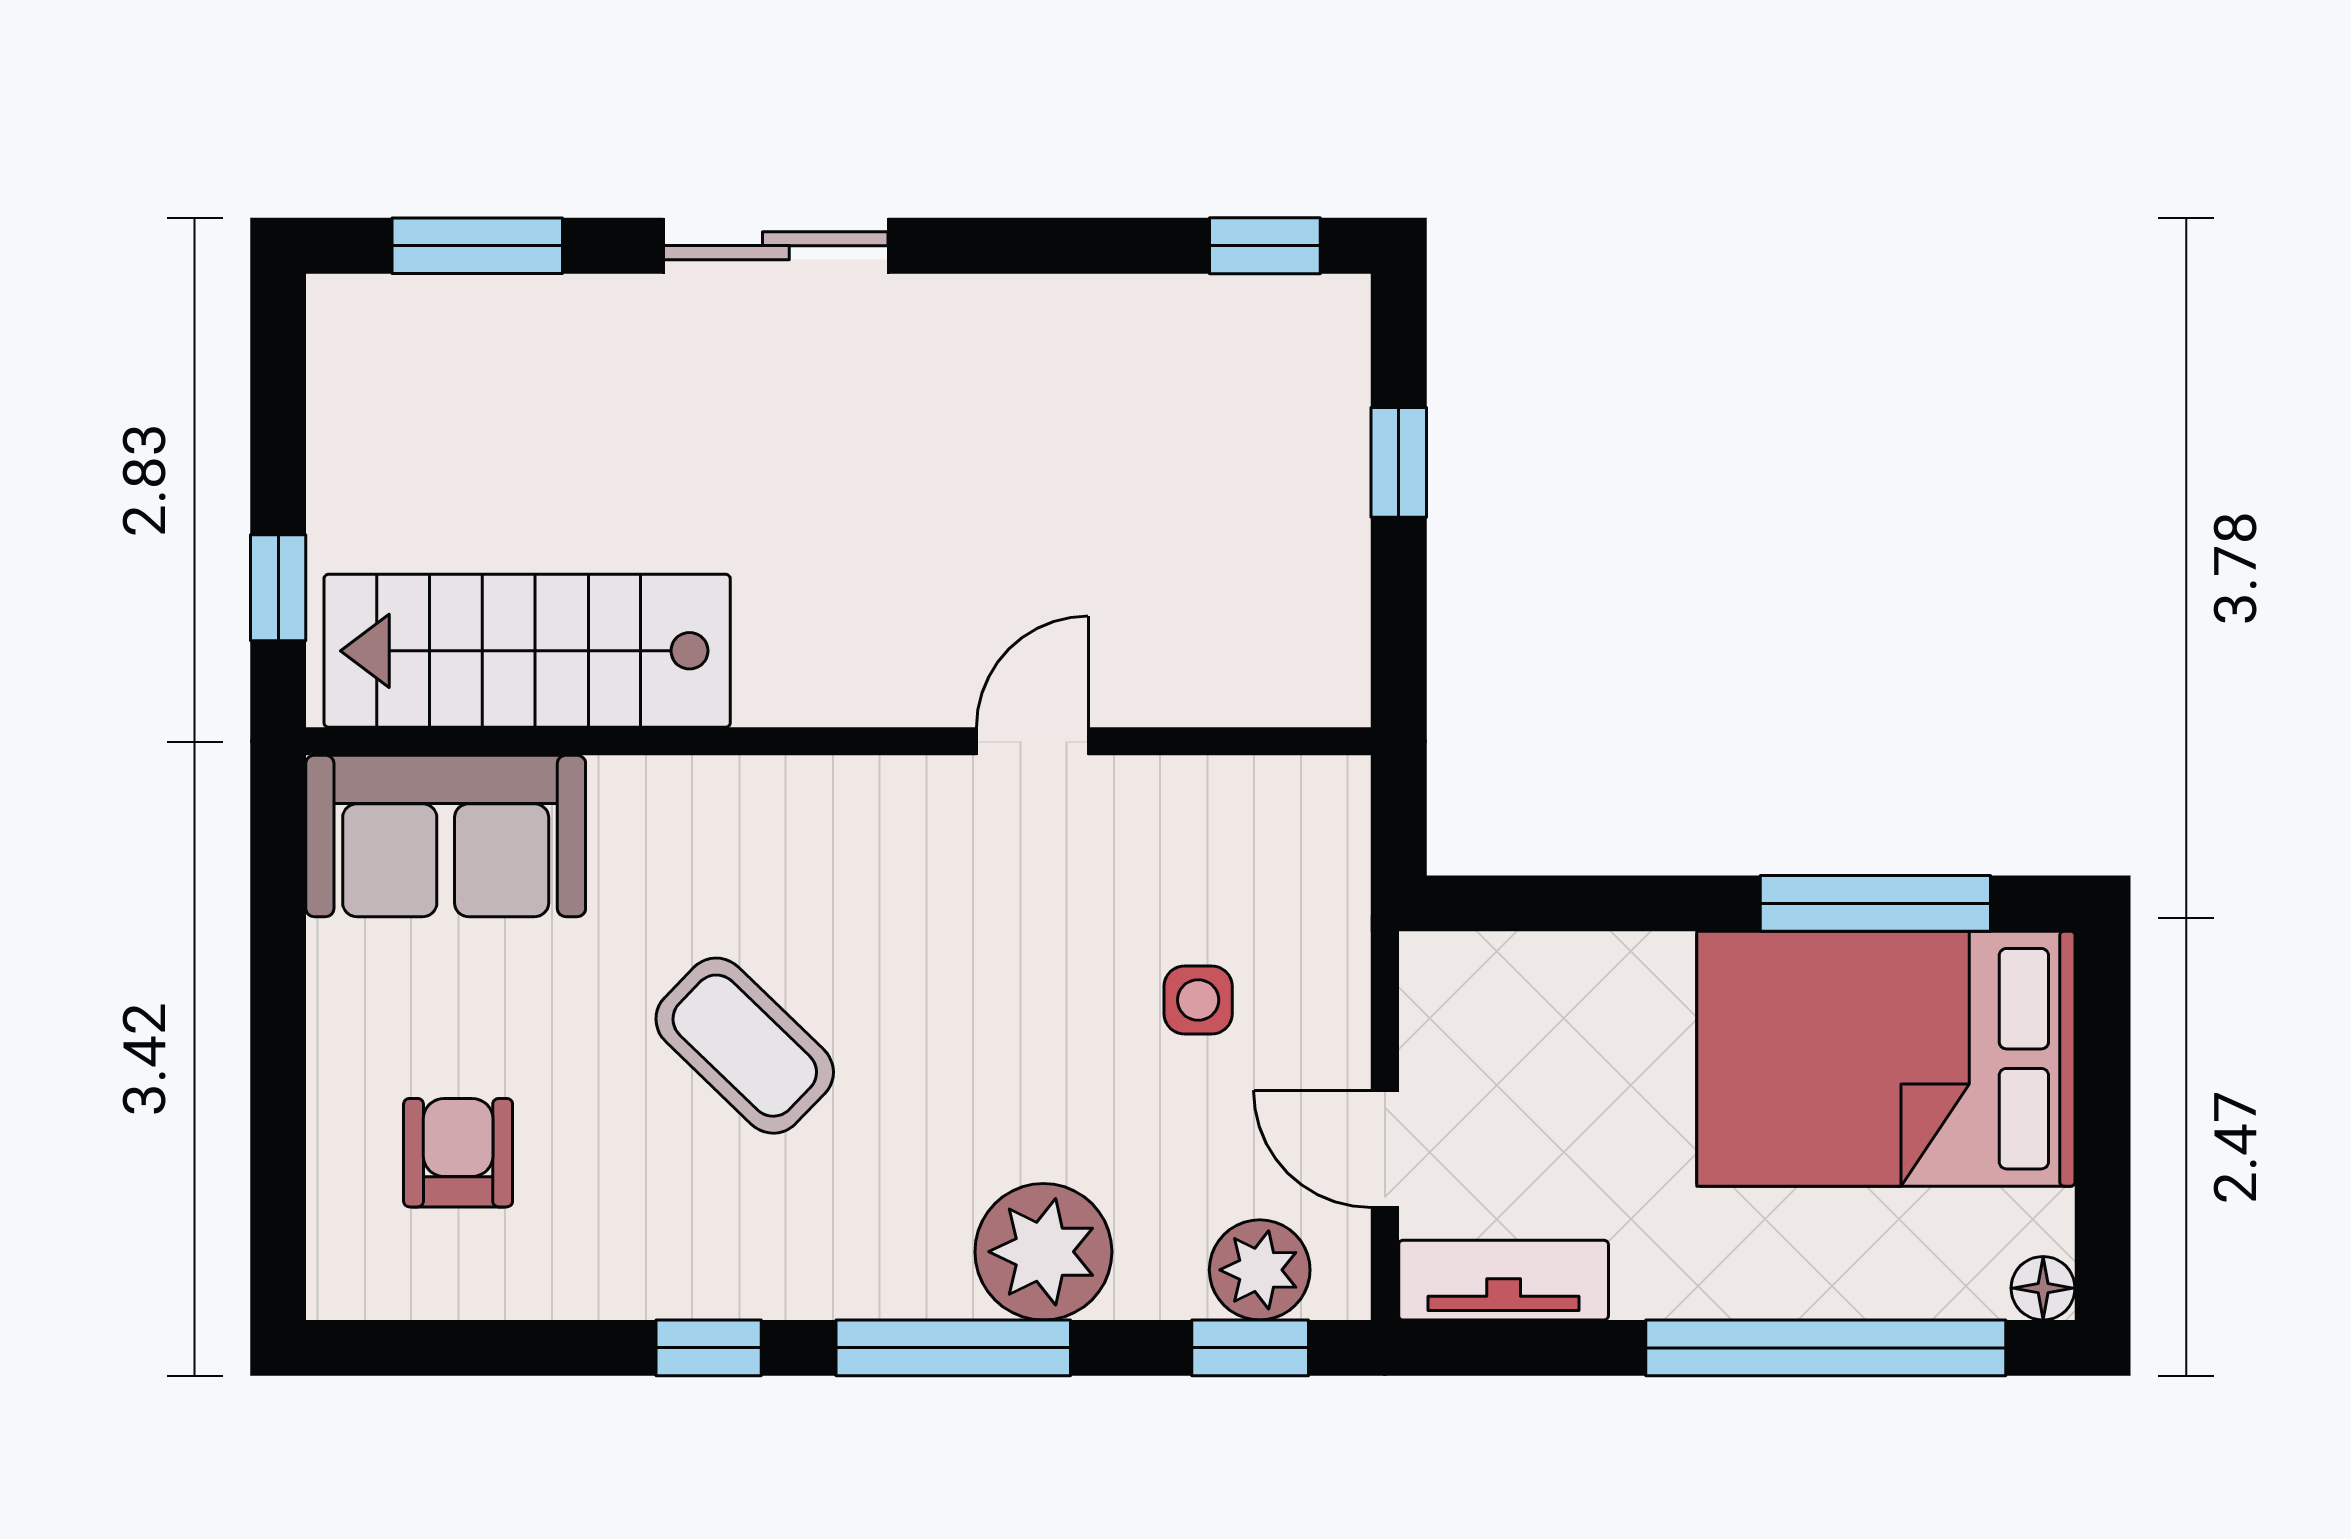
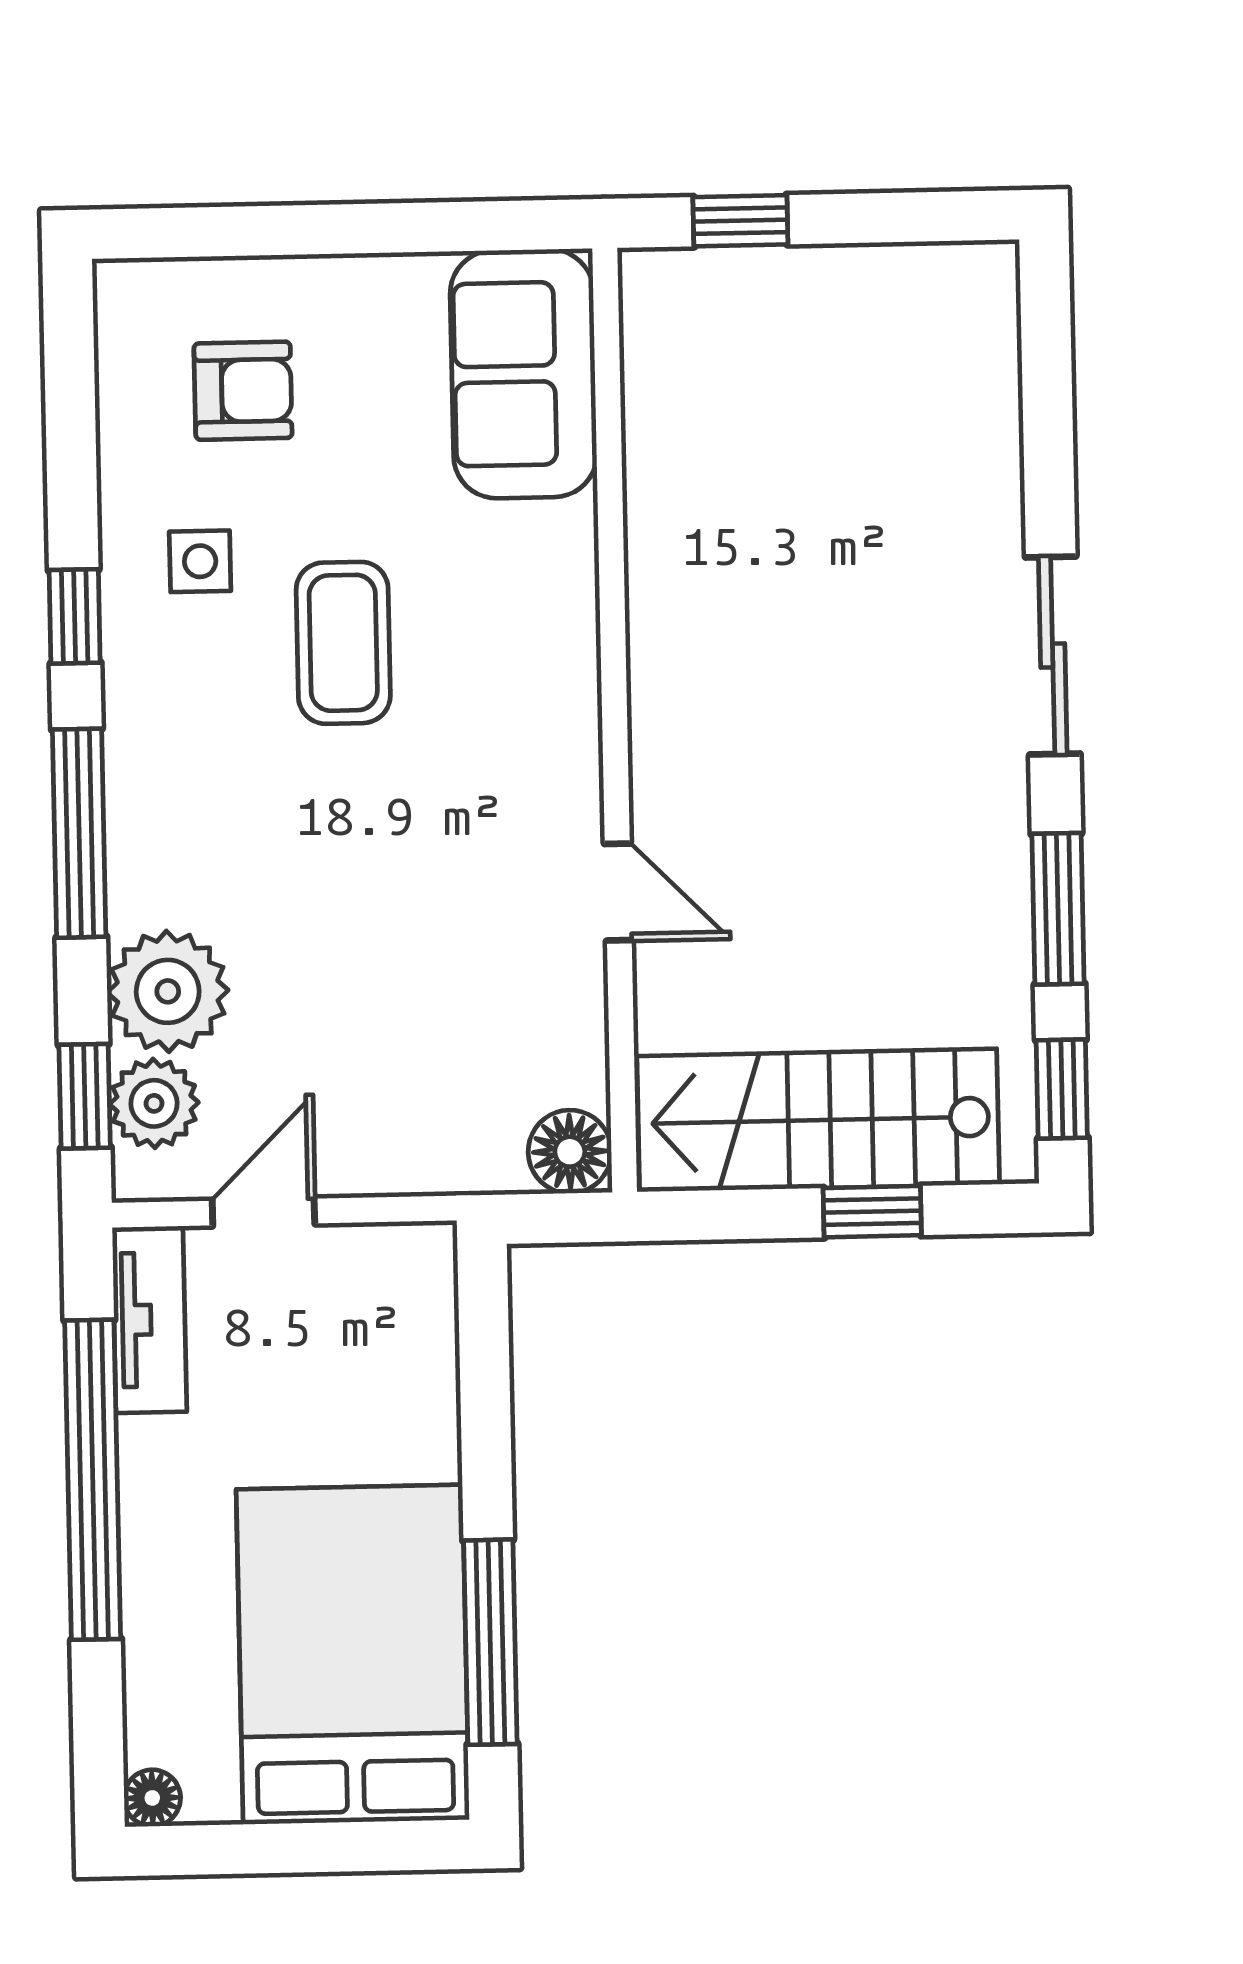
window: (477, 246) -> (1058, 909), moved
stairs: (527, 651) -> (818, 1120), moved, turned -90
floor lamp: (1324, 802) -> (570, 1152), added
side table: (1198, 1000) -> (200, 561), moved
coffee table: (745, 1046) -> (343, 643), turned -44
plant: (1043, 1252) -> (168, 991), moved
window: (1826, 1348) -> (93, 1480), moved

